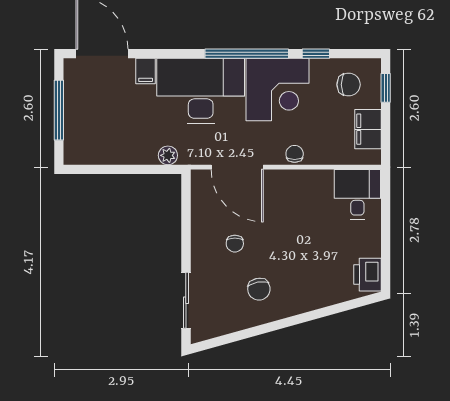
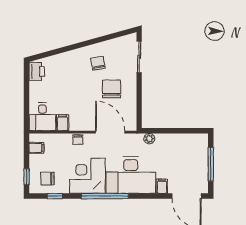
window: (316, 54) -> (55, 196), moved
filing cabinet: (368, 129) -> (36, 148), width x0.50
filing cabinet: (322, 184) -> (63, 123), added
chair: (235, 244) -> (112, 89), width x1.87, depth x1.87

